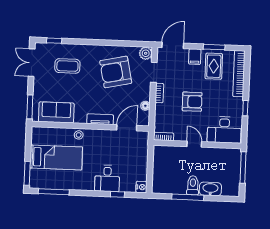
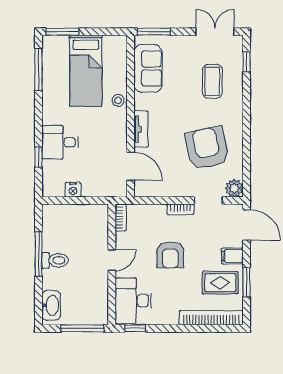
floor lamp: (145, 106) -> (162, 191), removed
window: (245, 108) -> (135, 328), moved
nightstand: (141, 187) -> (73, 190), moved
washbasin: (210, 189) -> (51, 305), moved

